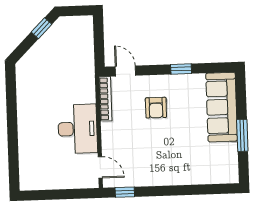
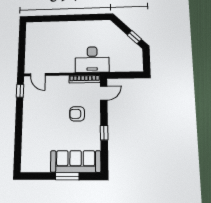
desk: (78, 129) -> (92, 60), moved
window: (242, 135) -> (67, 176), moved
door: (100, 167) -> (38, 75), hinge flipped

